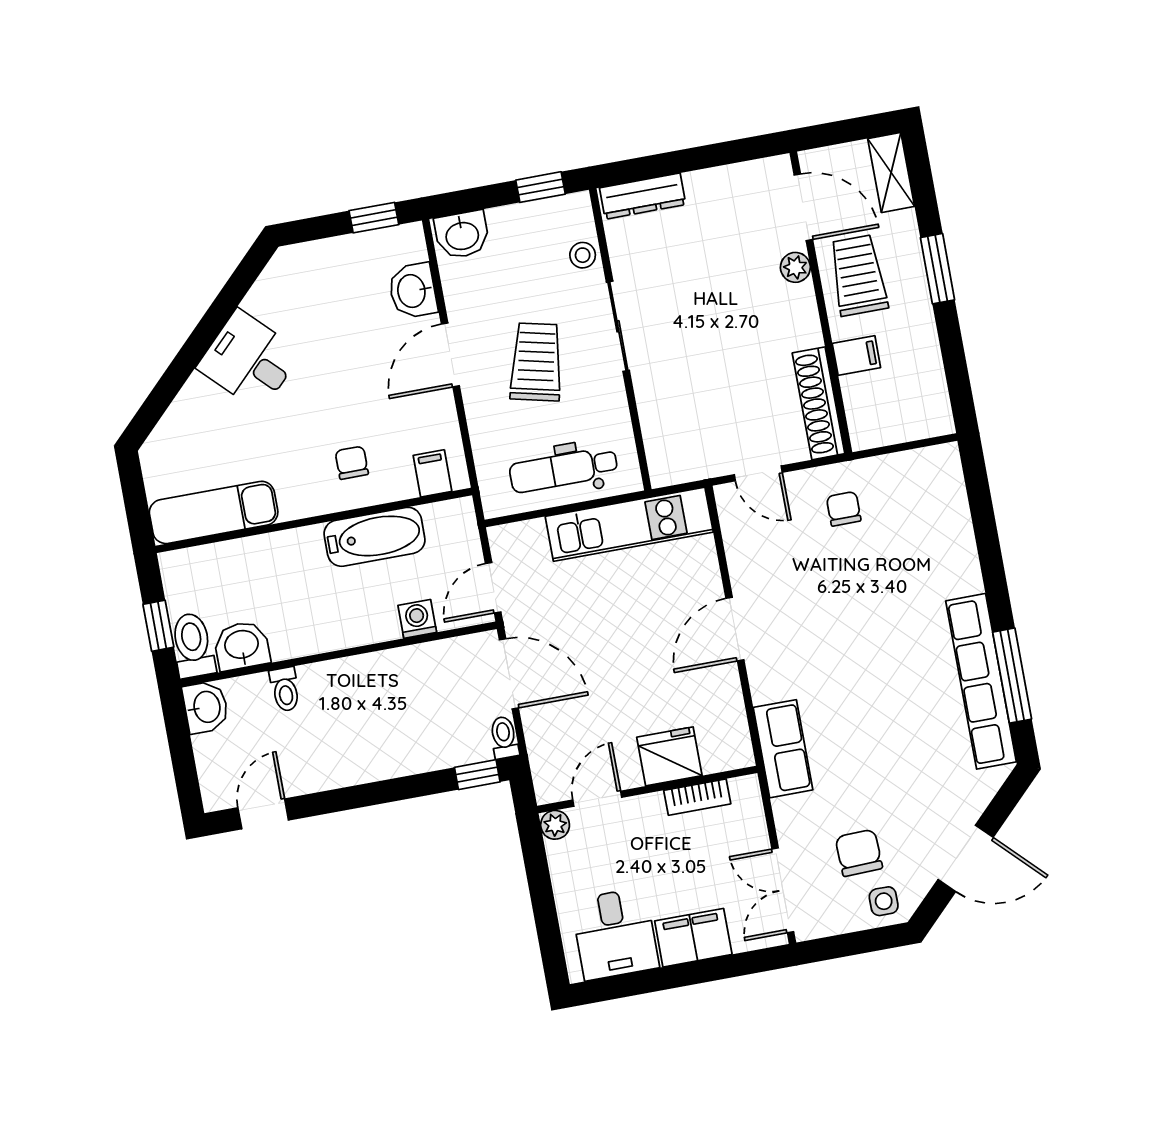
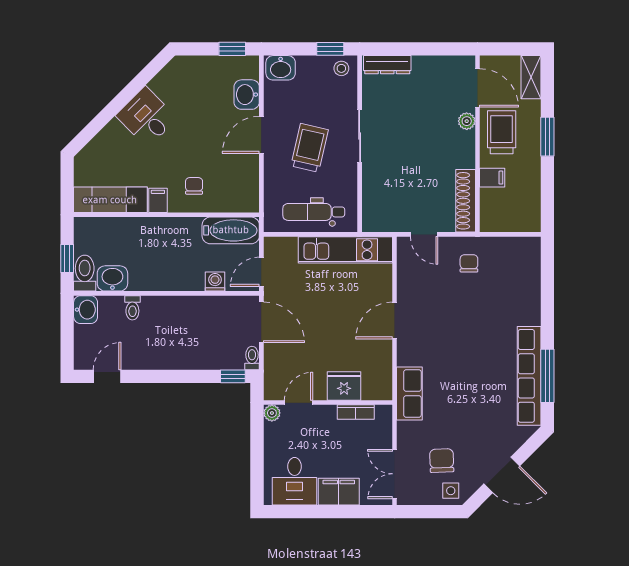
stool: (583, 255) -> (341, 68), moved
filing cabinet: (433, 473) -> (158, 200), moved
bathtub: (375, 537) -> (231, 230), moved

